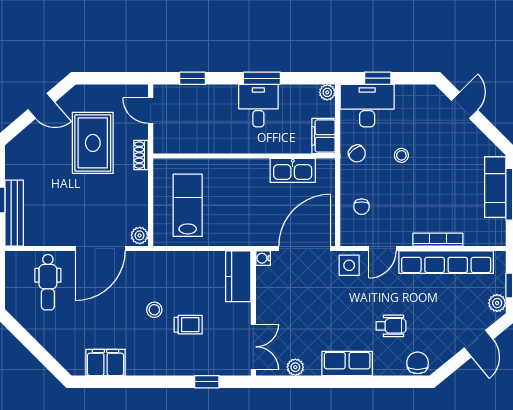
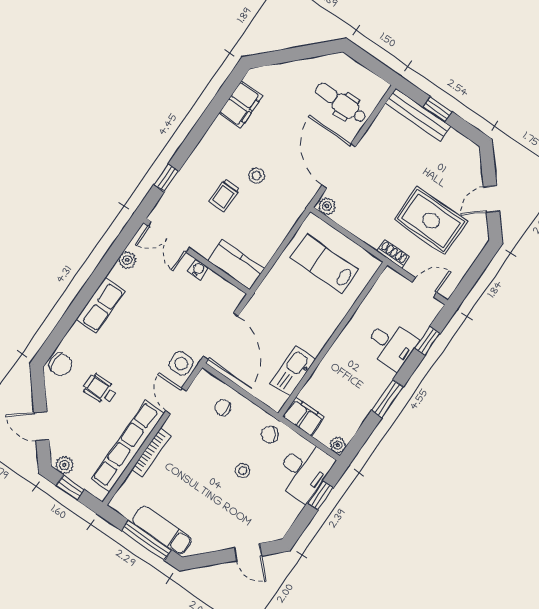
desk: (258, 106) -> (391, 345), moved
lab bench: (188, 205) -> (324, 264), turned 180
water cooler: (263, 258) -> (198, 269), moved
wheelchair: (391, 326) -> (100, 389), moved, turned 90

